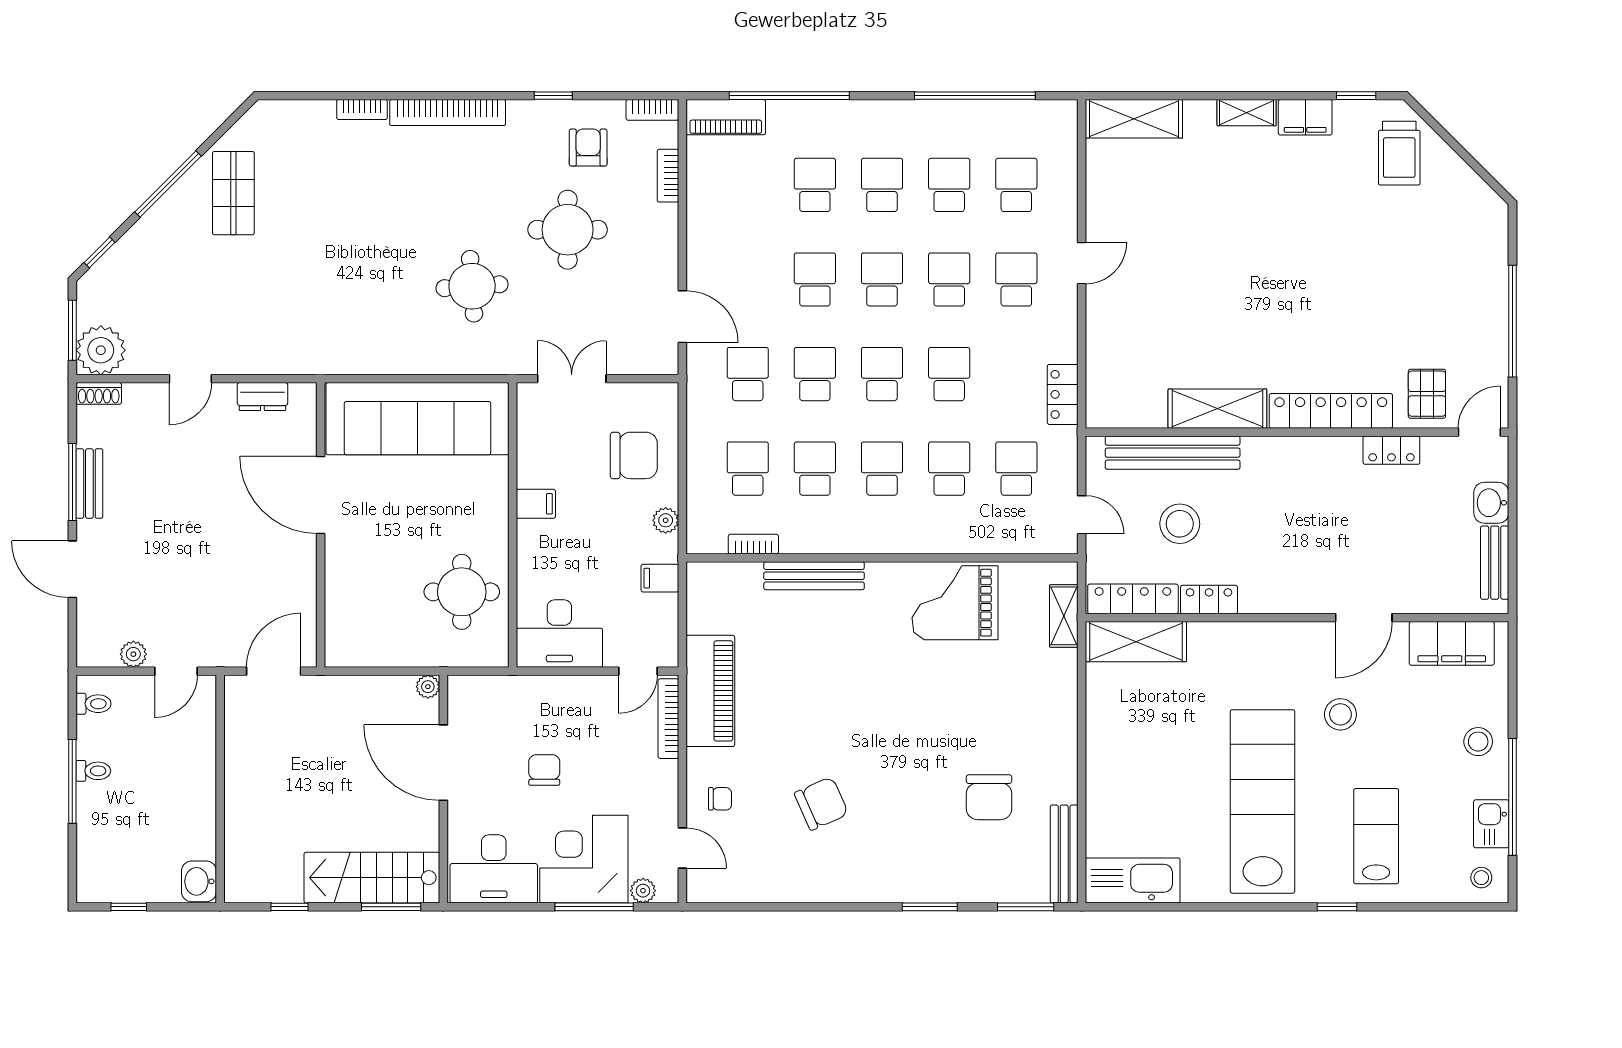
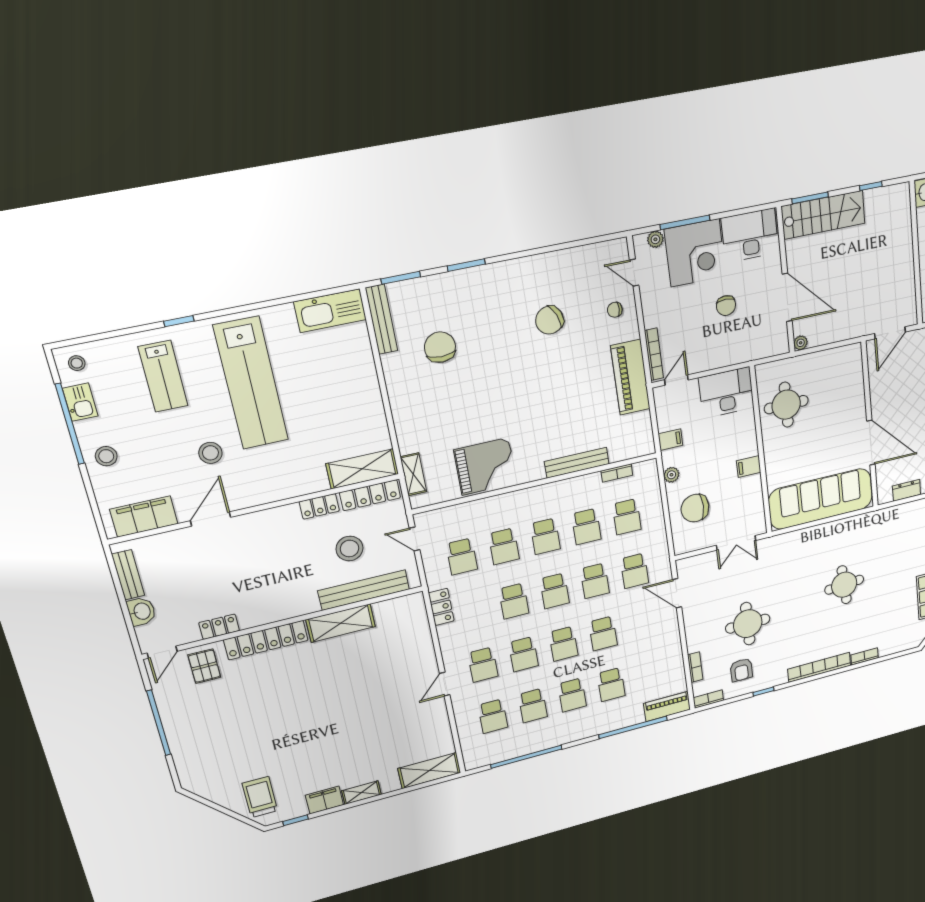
round table: (472, 286) -> (844, 585), moved

